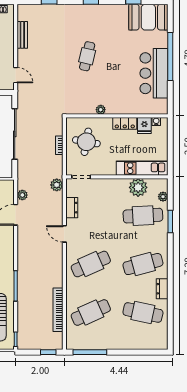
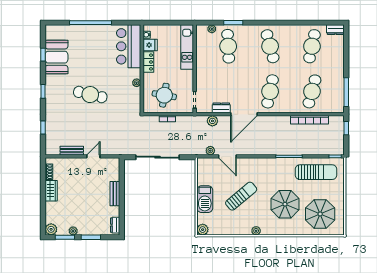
booth: (148, 17) -> (56, 57), moved
cafe table: (87, 56) -> (90, 95), width x1.37, depth x1.35
bar counter: (154, 73) -> (129, 46), moved, turned 90
door: (16, 75) -> (93, 156), moved
plant: (57, 185) -> (212, 121), moved
plant: (138, 187) -> (204, 50), removed
door: (64, 234) -> (244, 114), width x1.87
cafe table: (91, 264) -> (270, 91), turned 36
dresser: (162, 289) -> (335, 30), moved
cafe table: (91, 312) -> (312, 91), turned 39

